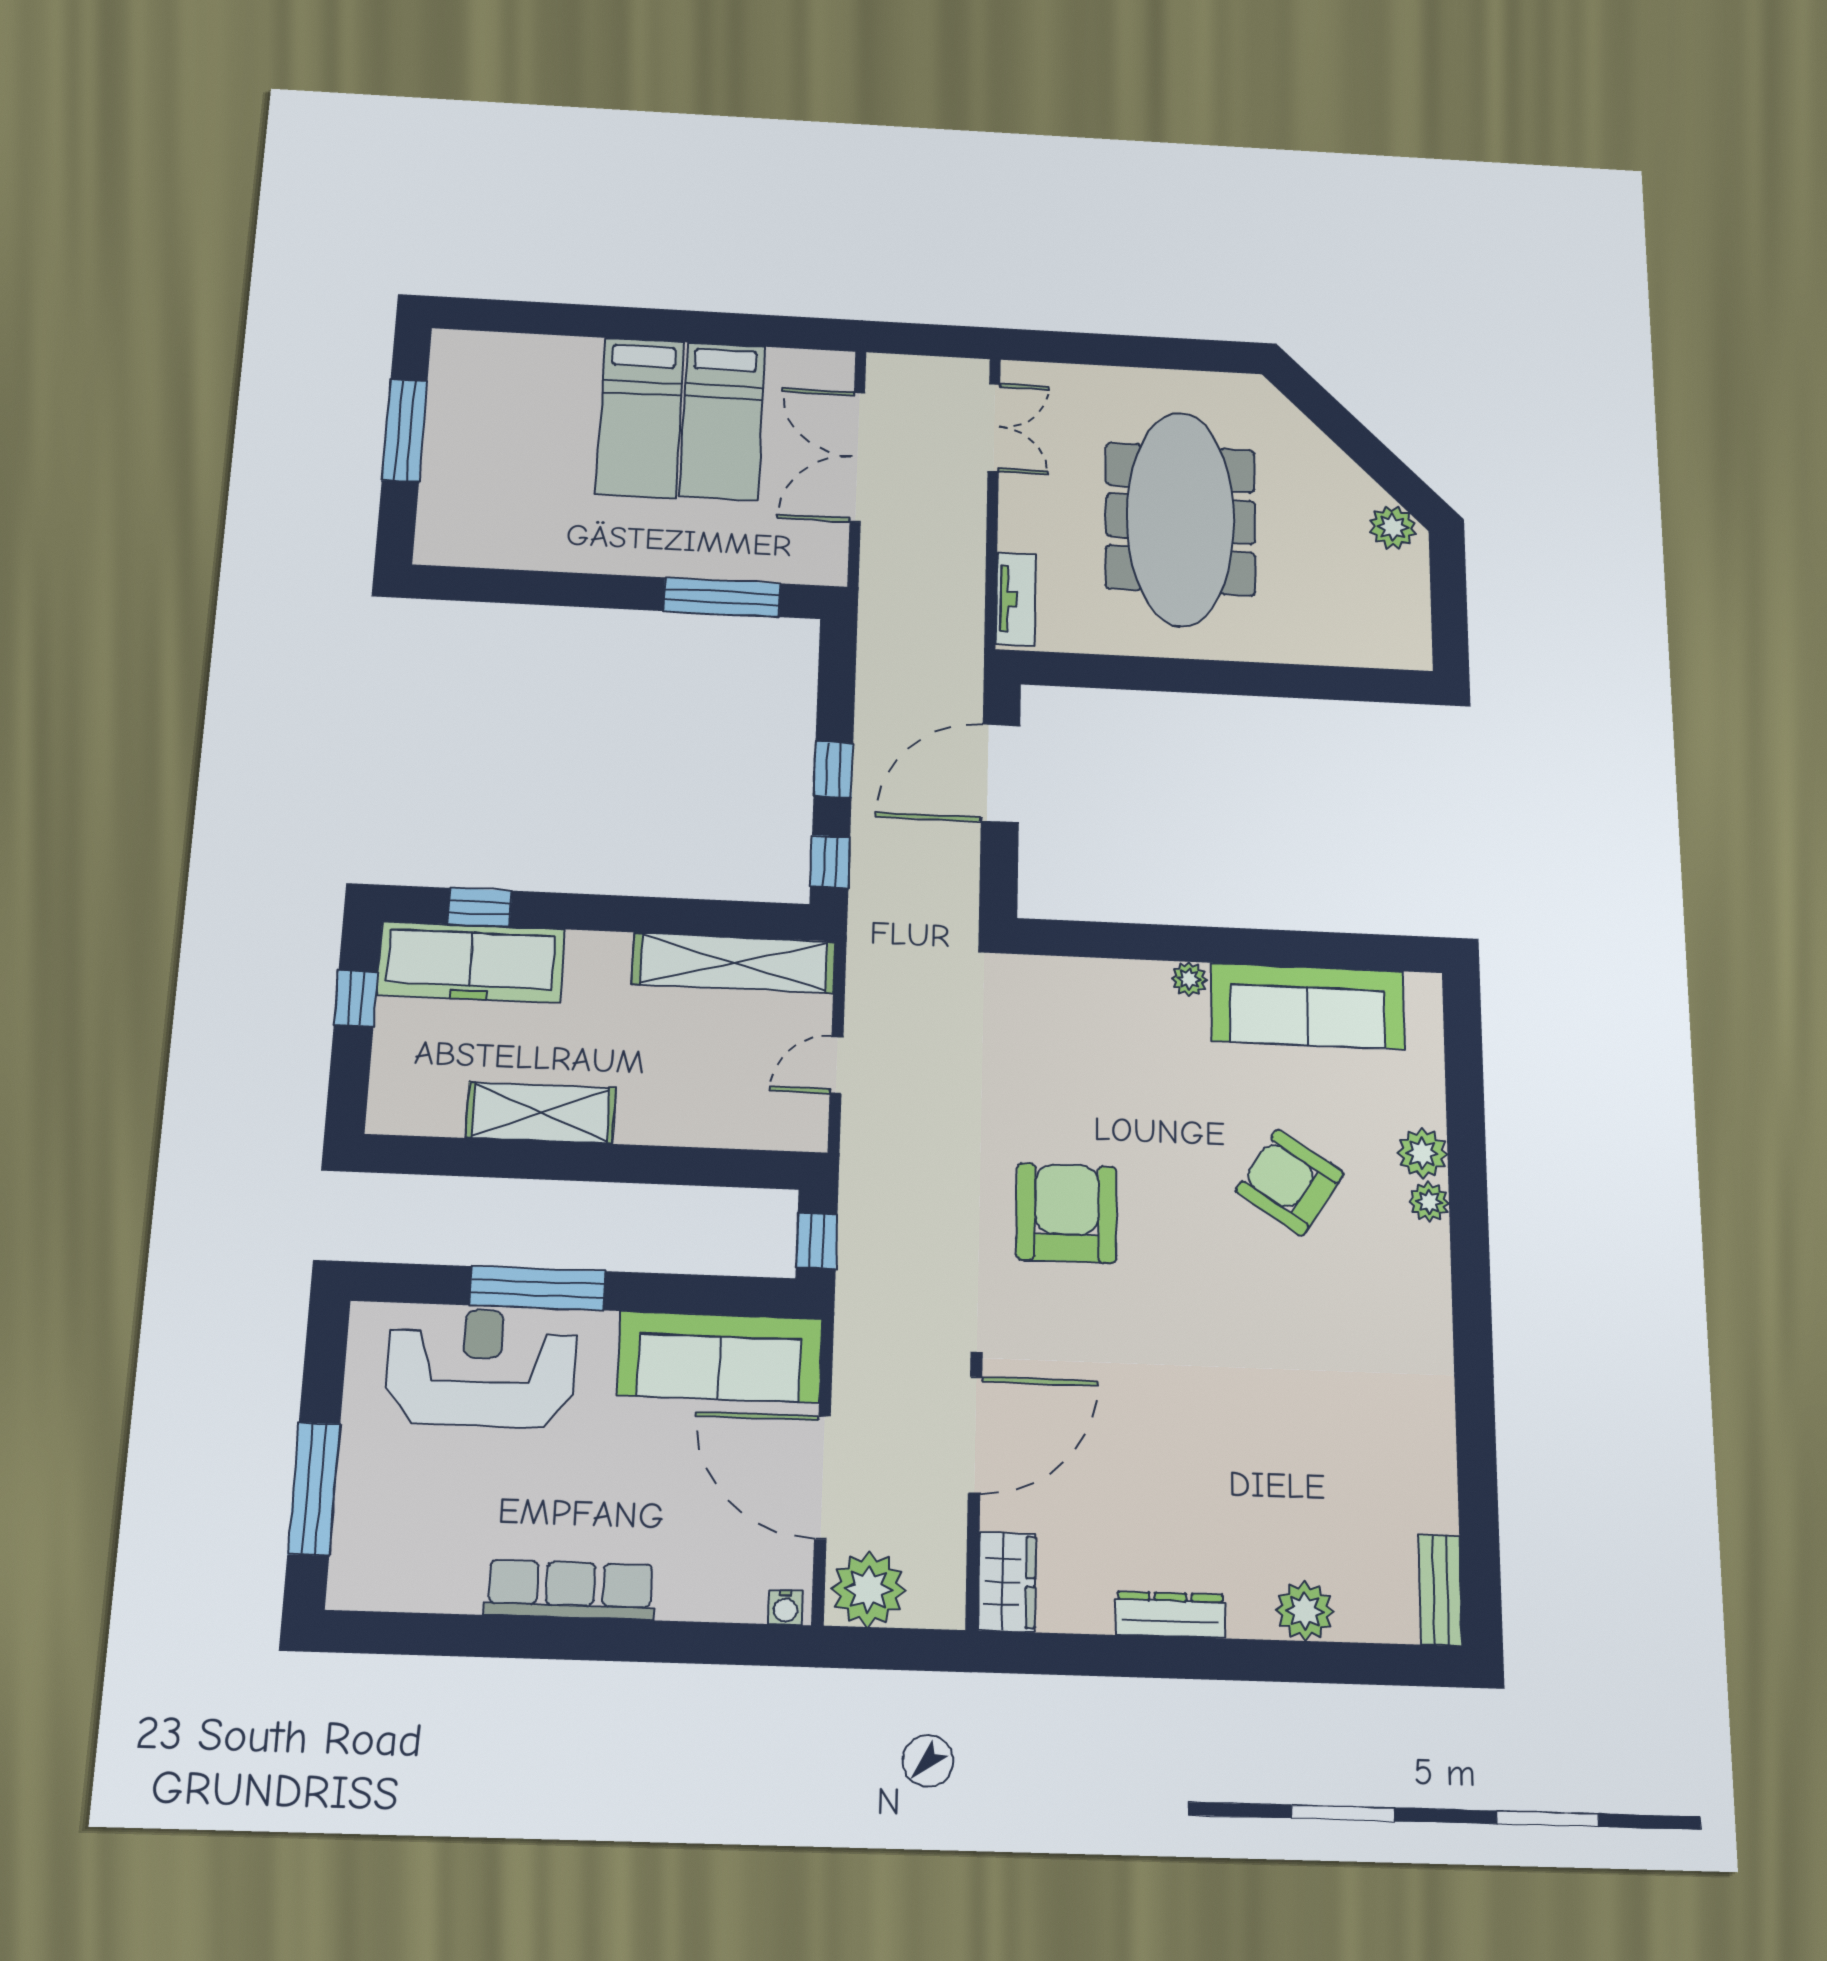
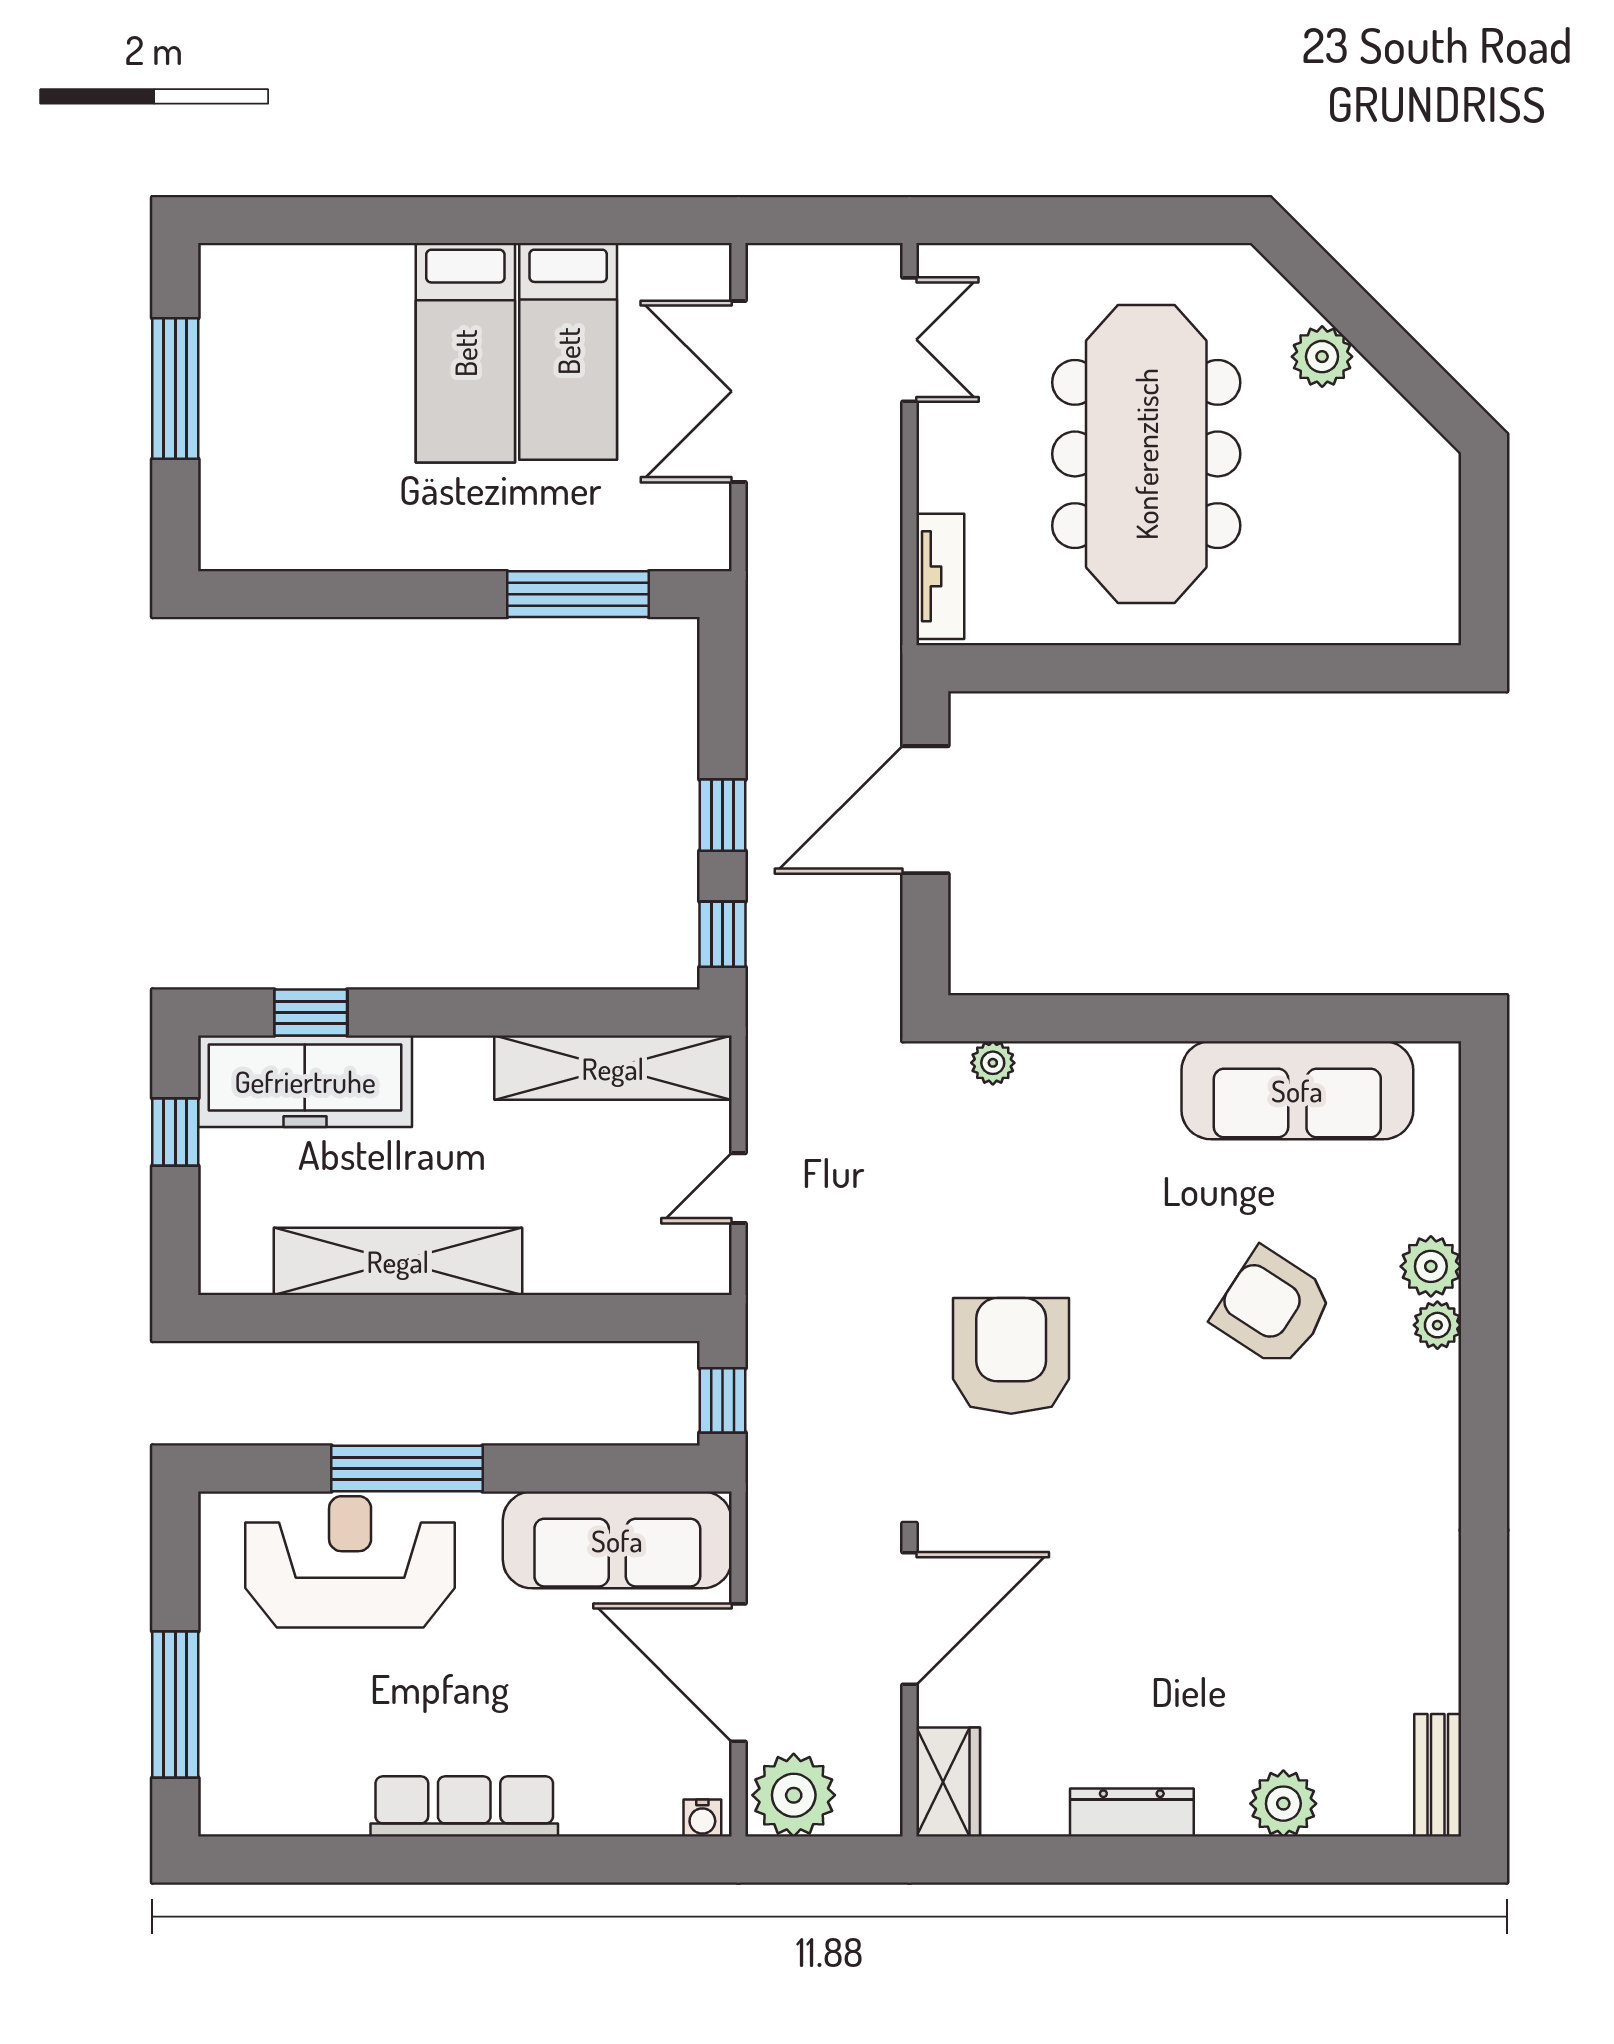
plant: (1393, 527) -> (1322, 357), moved
plant: (1189, 979) -> (993, 1063), moved
shelving: (541, 1113) -> (398, 1261), width x1.47

